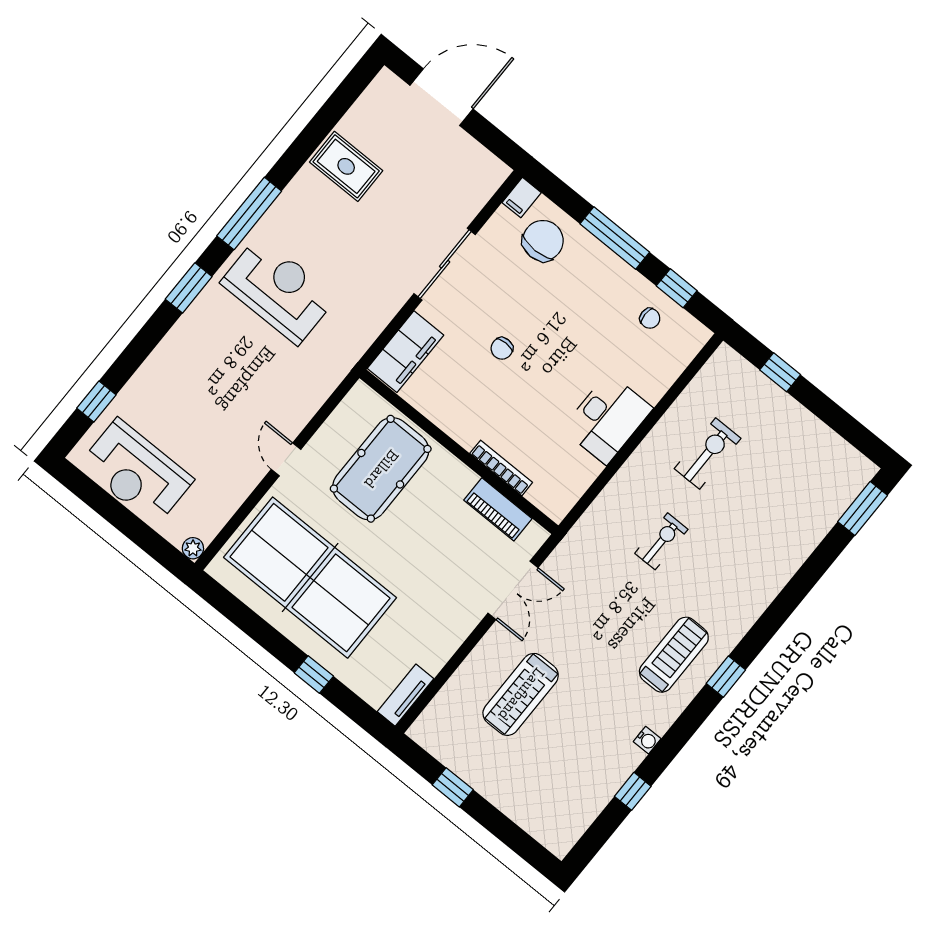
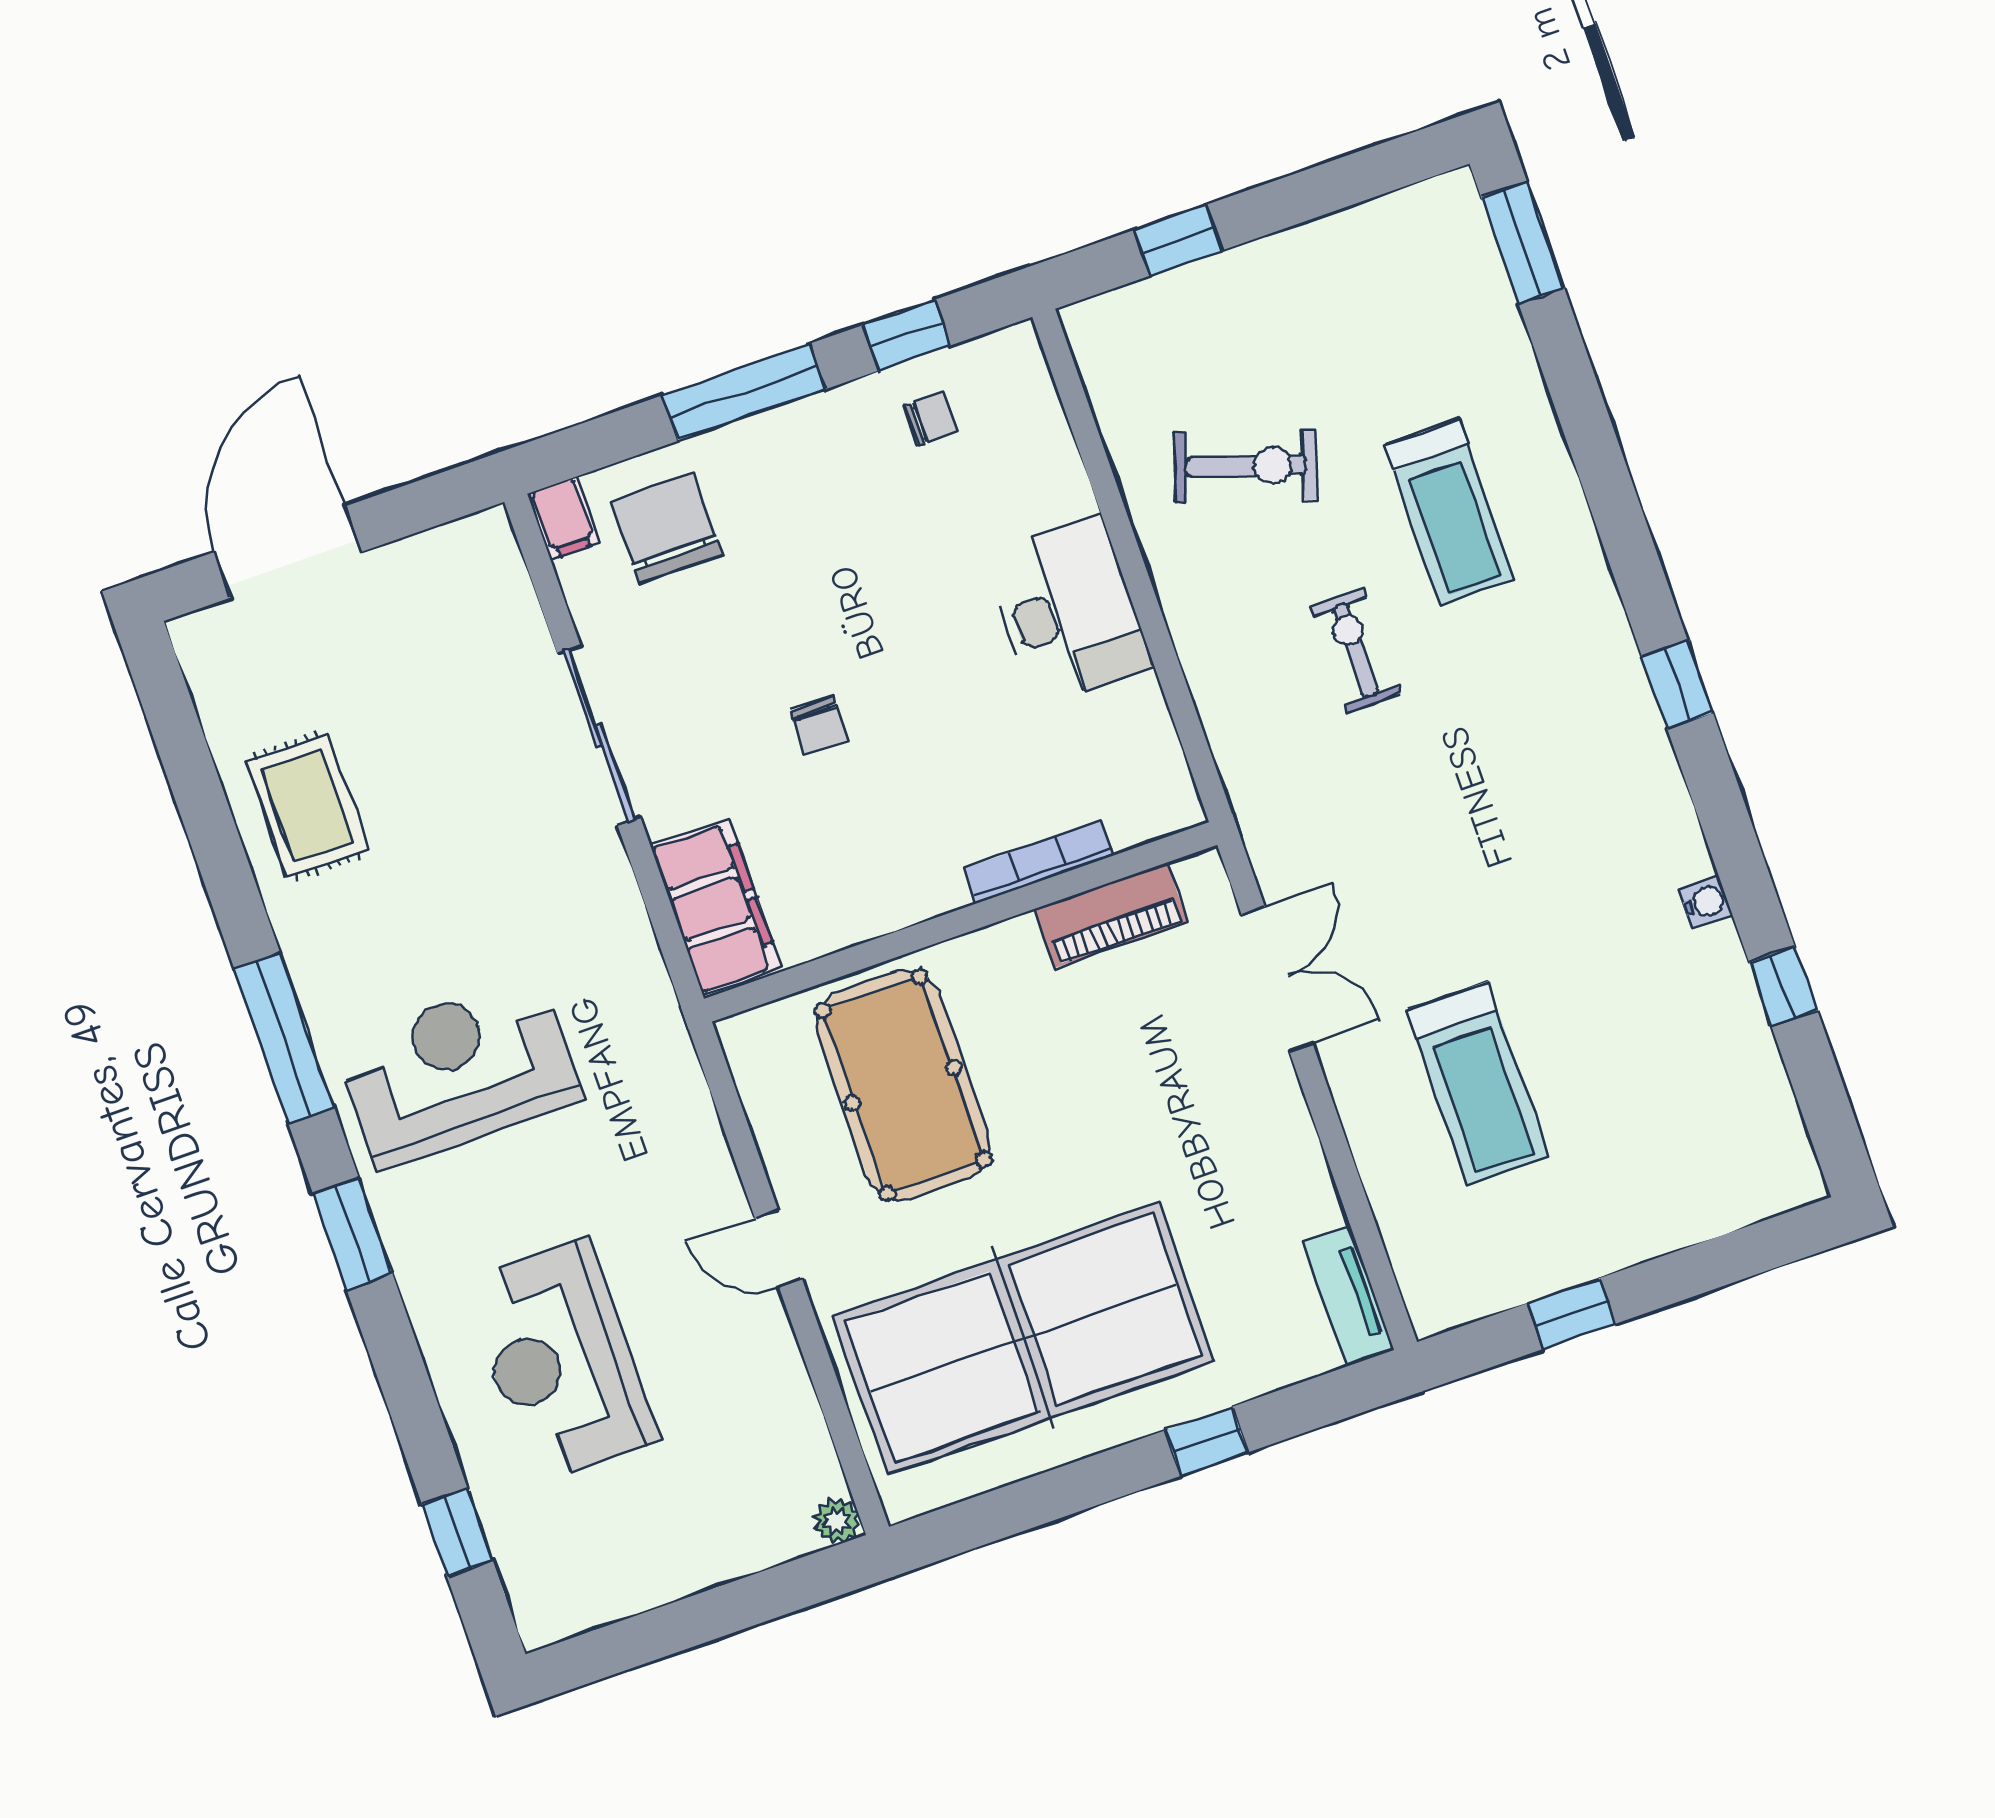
rug: (346, 166) -> (307, 806), turned 90
exercise bike: (708, 454) -> (1246, 466), turned 108
reception desk: (136, 472) -> (561, 1360), moved, turned 90
treadmill: (674, 655) -> (1450, 512), moved, turned 180

